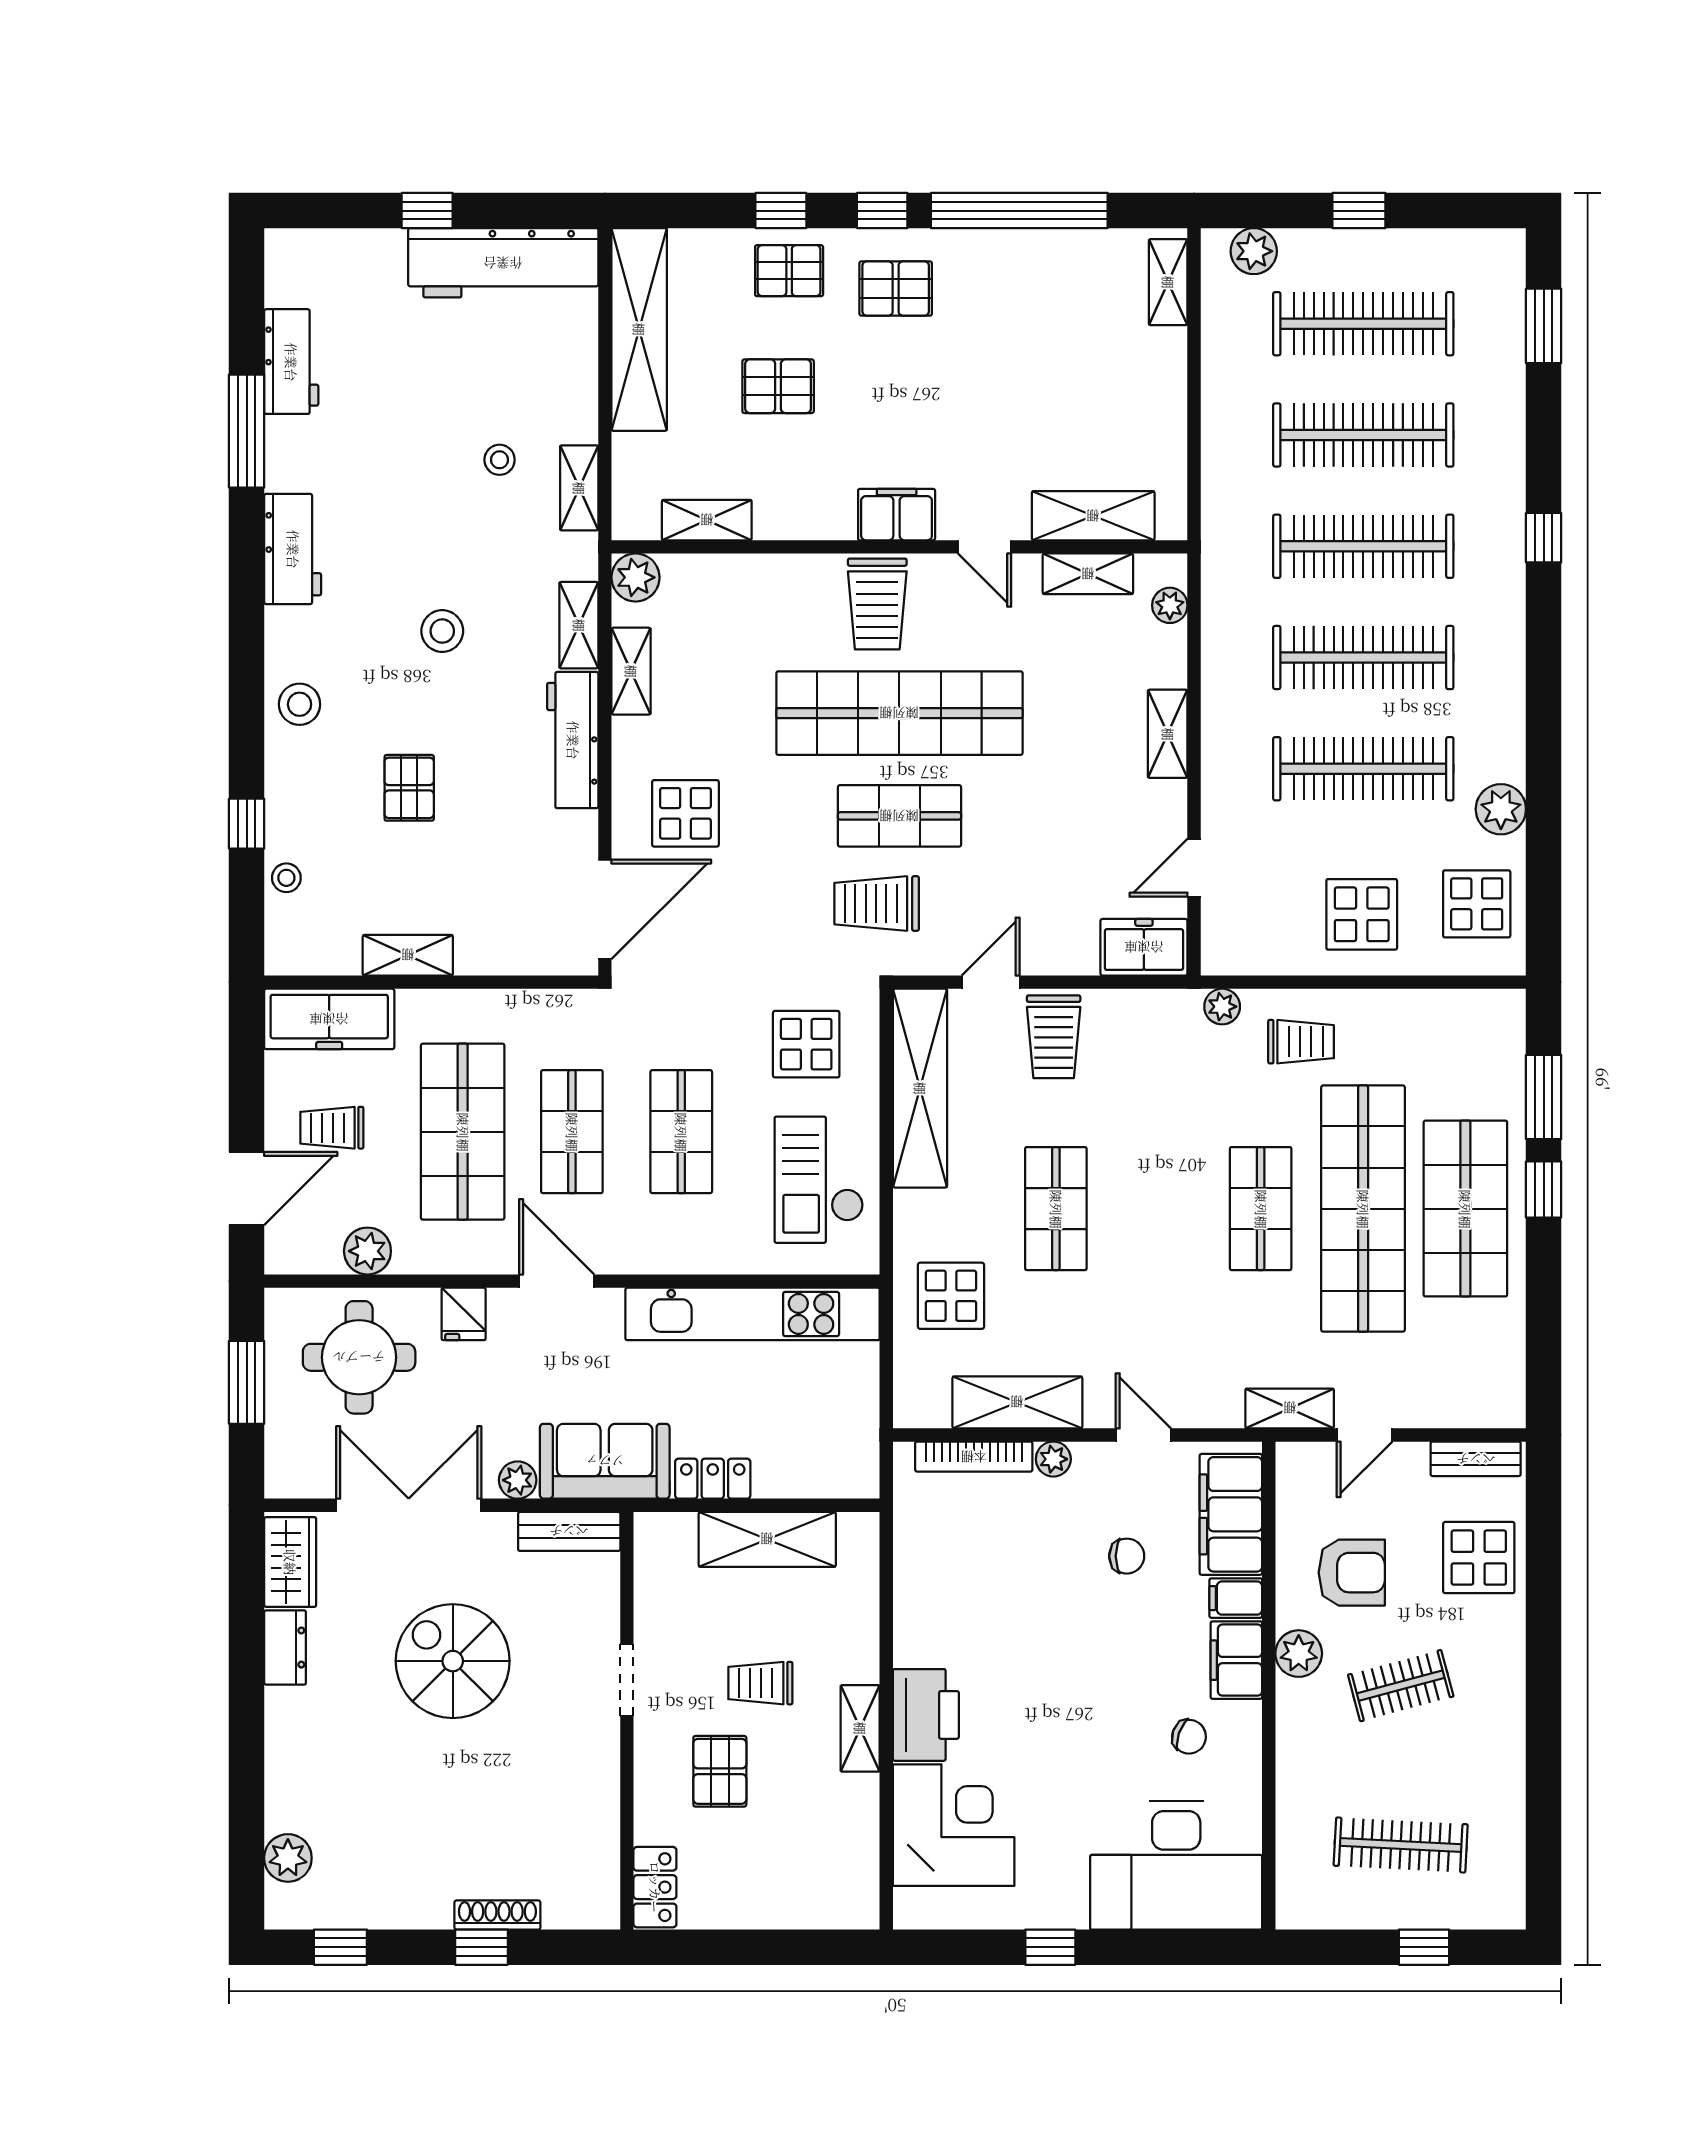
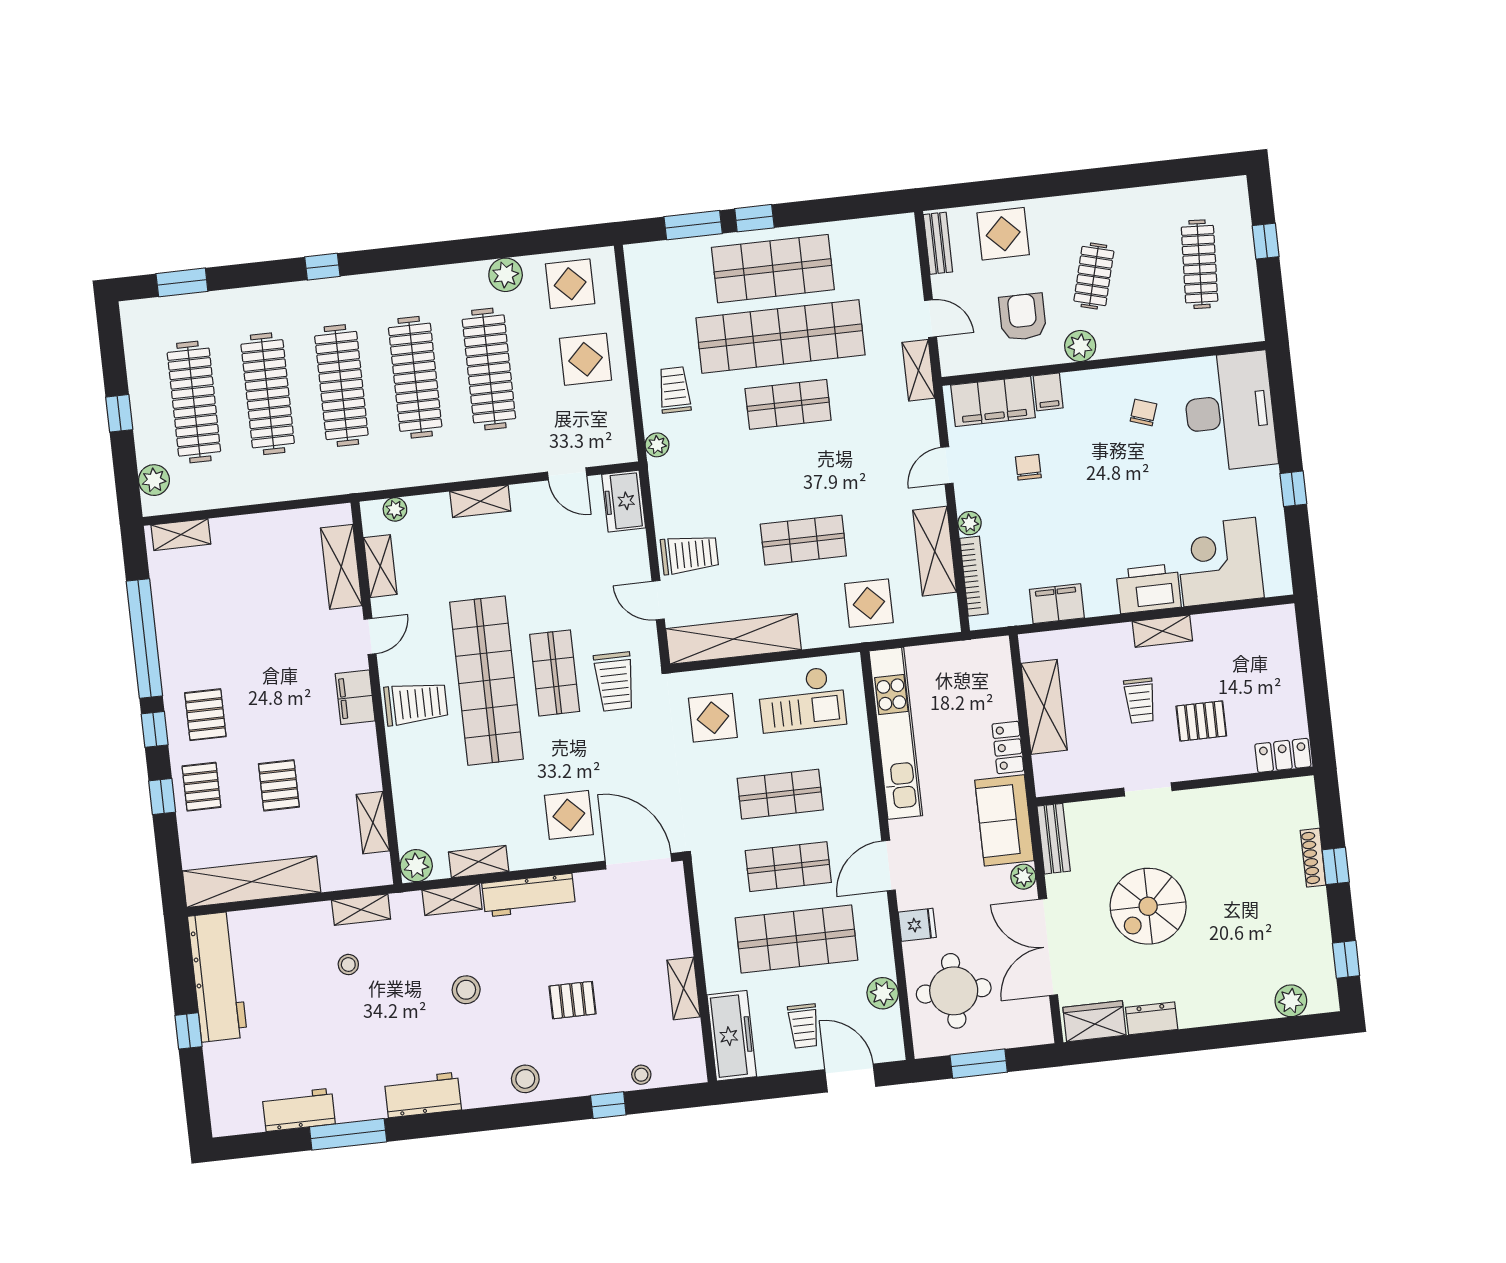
filing cabinet: (1236, 1660) -> (1057, 604), moved, turned 180
clothes rail: (1401, 1686) -> (1094, 276), turned 30

